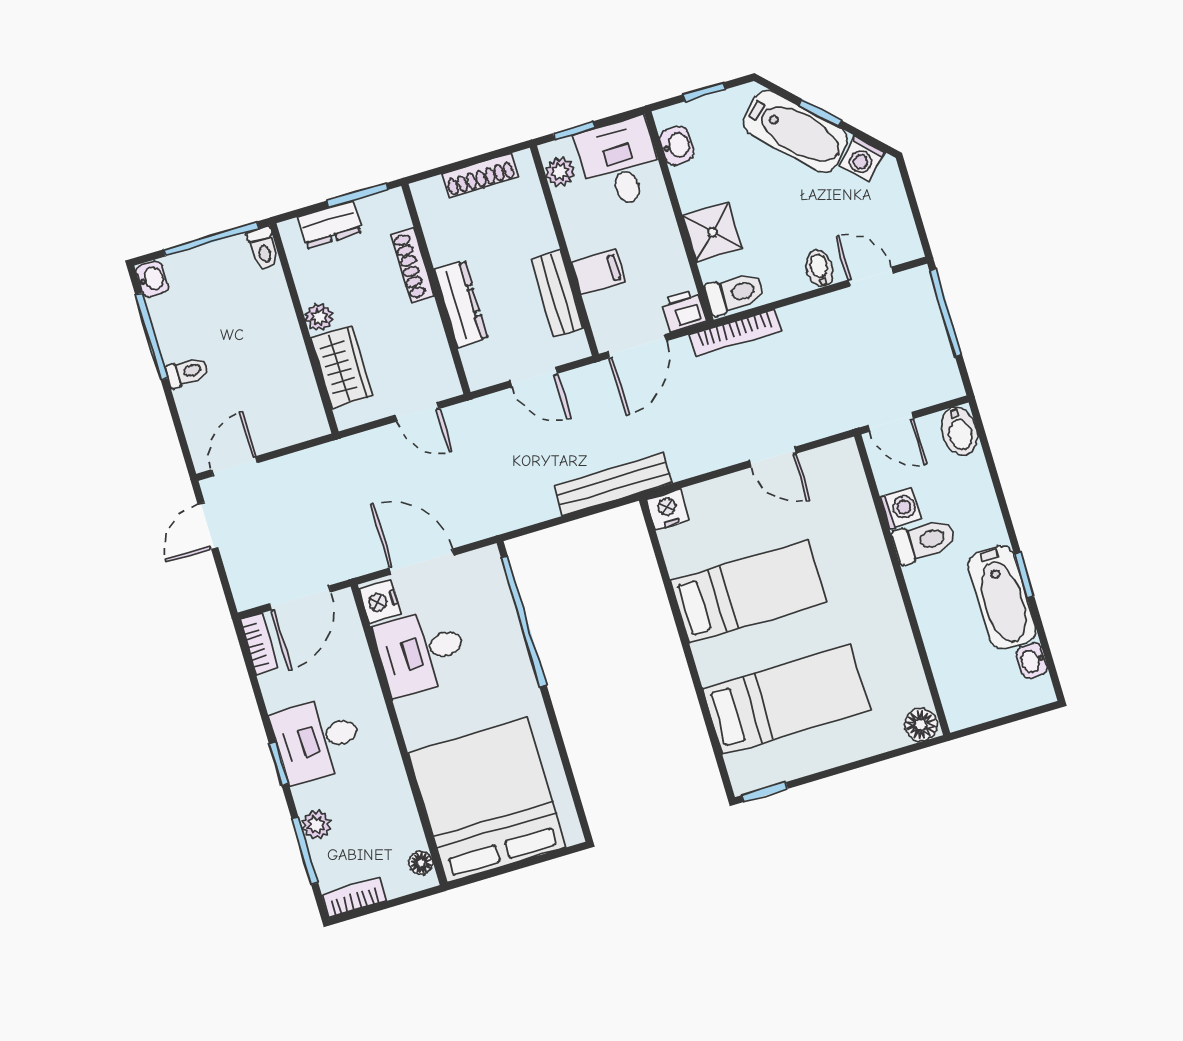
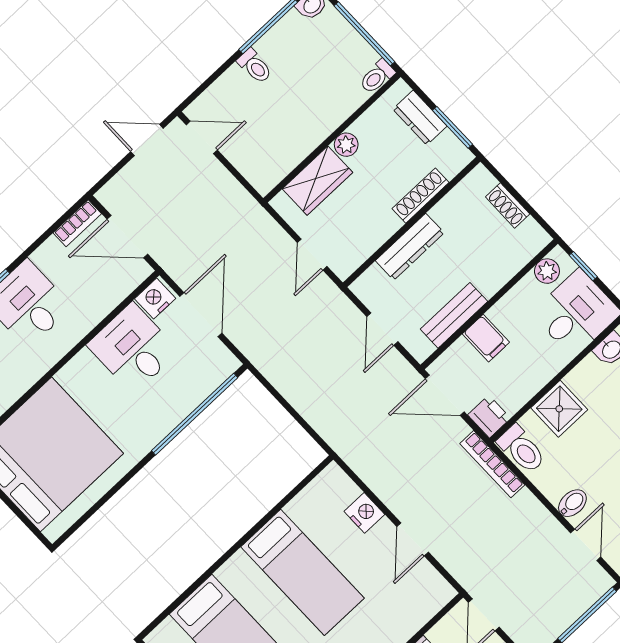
shoe rack: (480, 175) -> (508, 205), width x0.70
bench: (613, 484) -> (332, 429), removed
nightstand: (668, 509) -> (364, 513), moved

